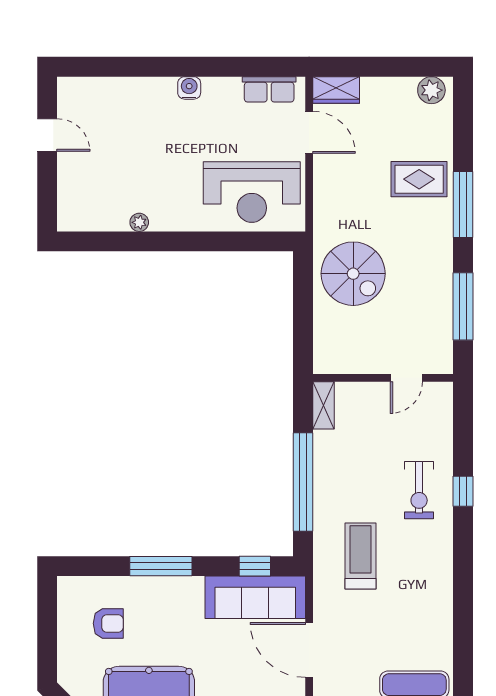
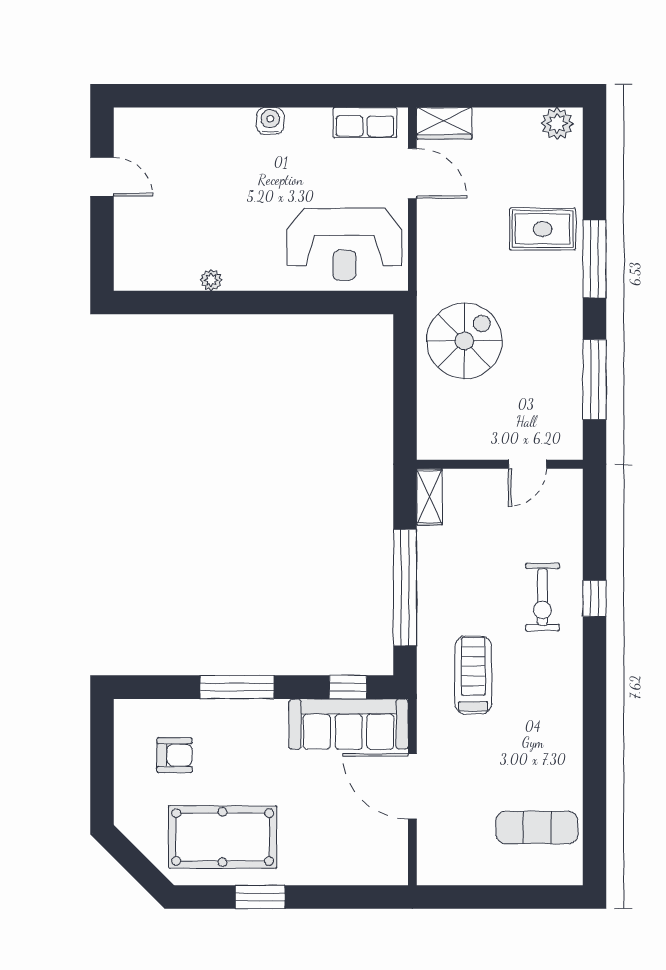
spiral stairs: (353, 274) -> (464, 341), turned -90

